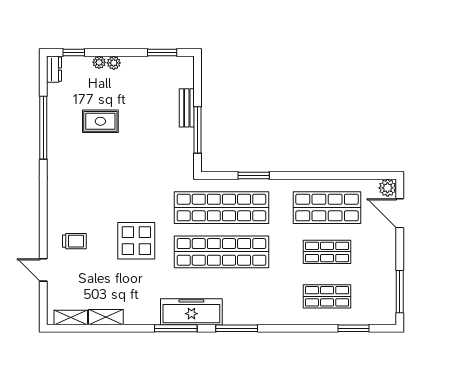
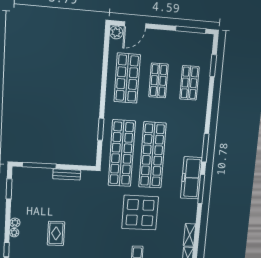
bench: (187, 108) -> (67, 174), moved
window: (198, 130) -> (39, 165), moved
display table: (136, 241) -> (140, 213), width x1.36, depth x1.36

